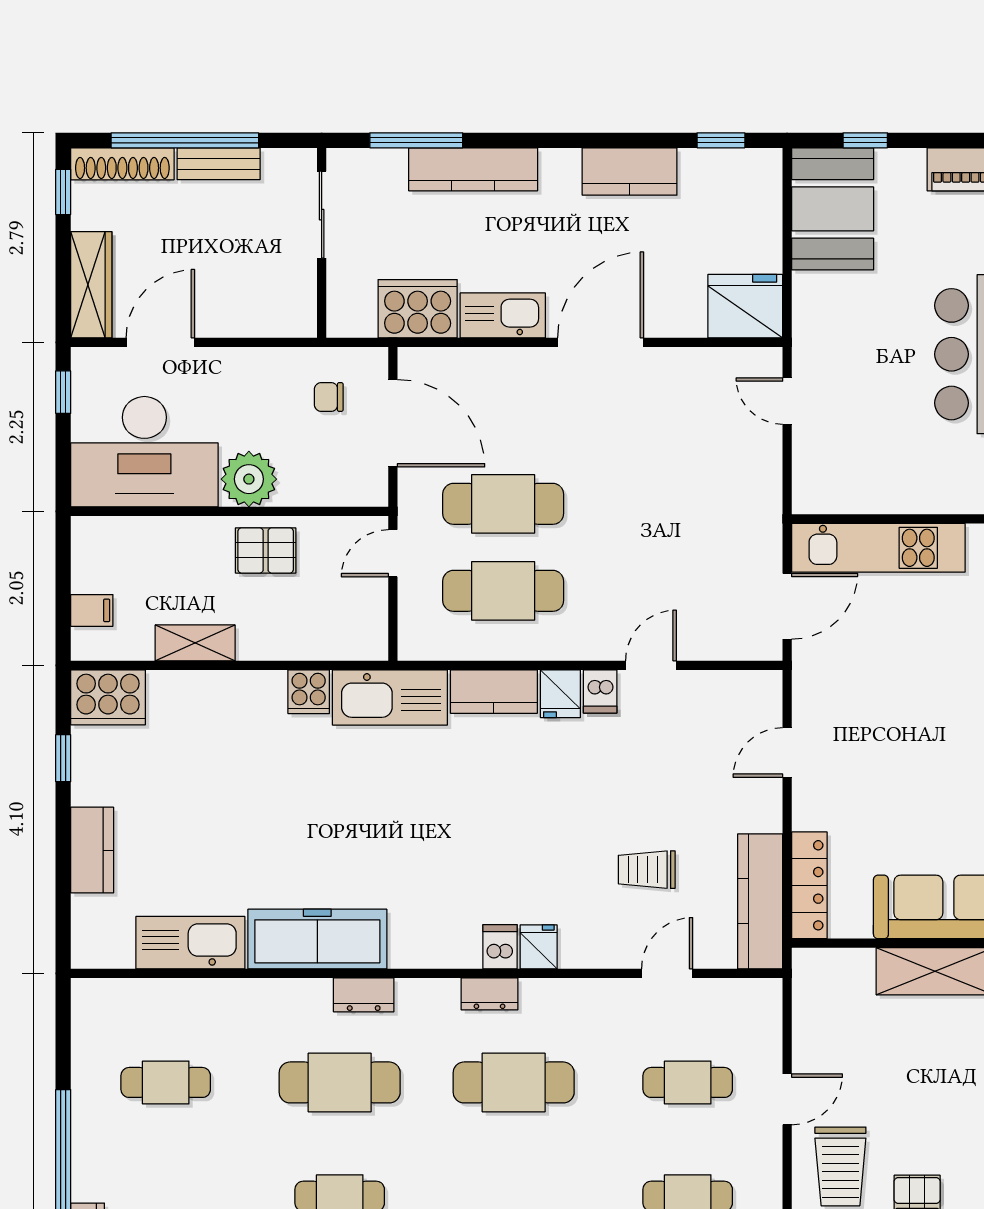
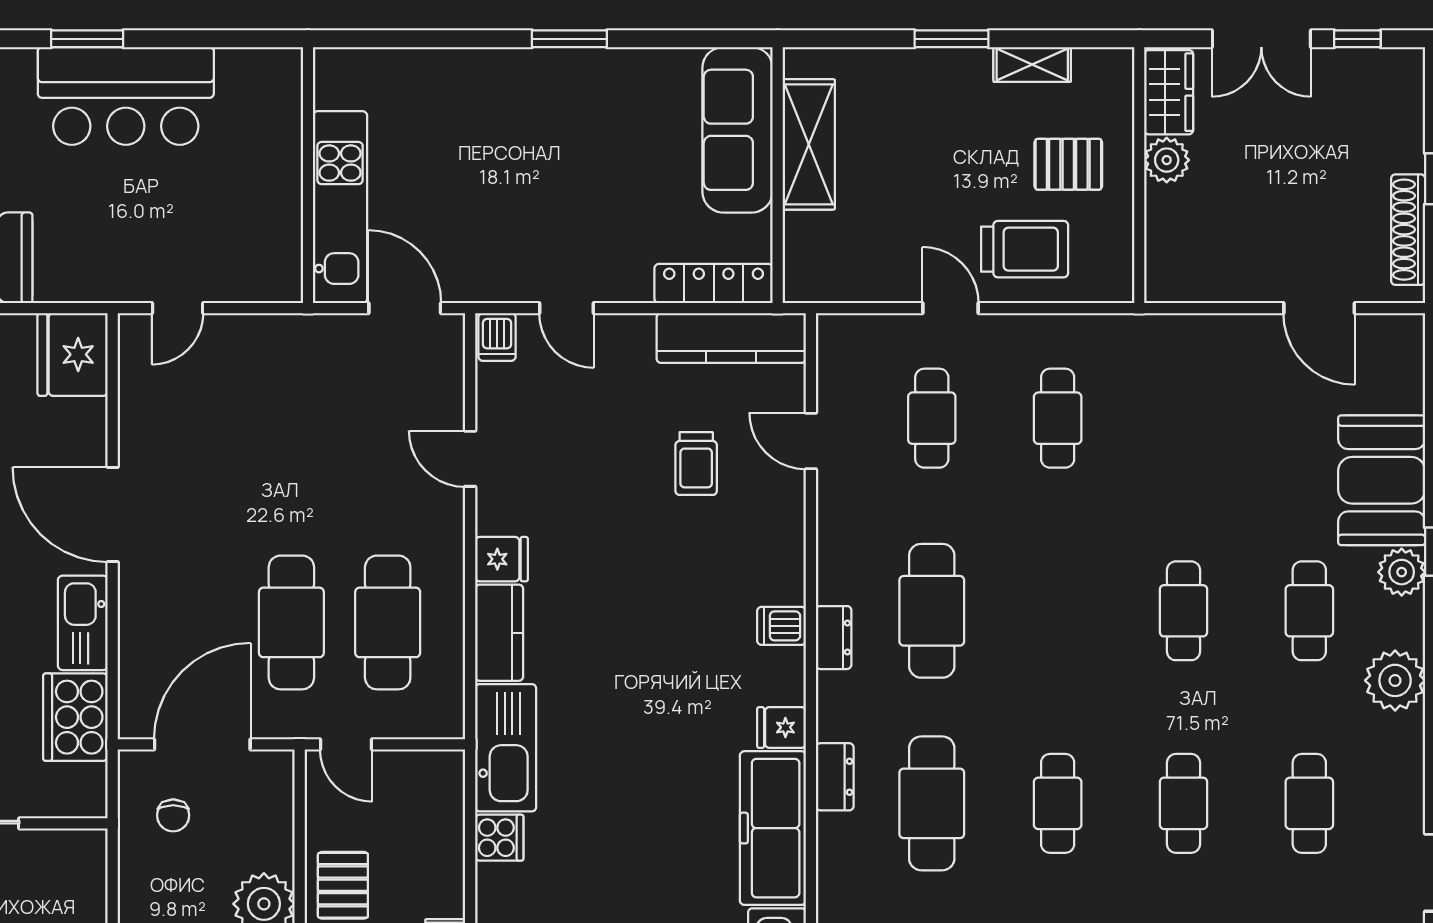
dishwasher: (600, 691) -> (497, 337), moved, turned 90
fridge: (539, 947) -> (782, 727), moved

